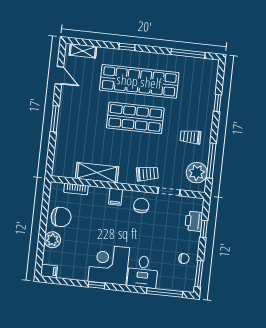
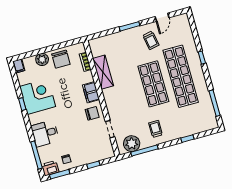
shelving: (83, 51) -> (186, 27), removed
trolley: (147, 174) -> (151, 40), moved
filing cabinet: (115, 197) -> (91, 92), width x2.00
printer: (194, 221) -> (50, 168), moved
corner desk: (109, 265) -> (38, 97), moved

